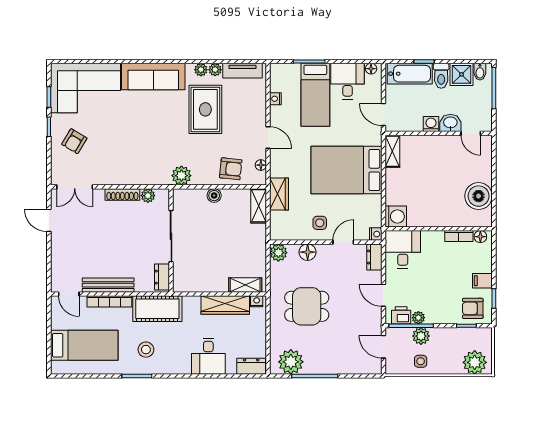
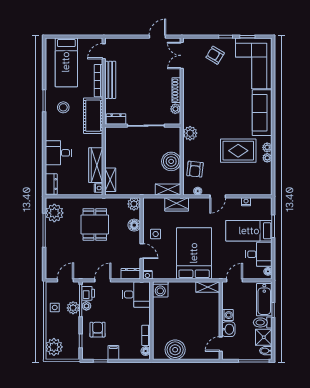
tv unit: (243, 71) -> (267, 178), removed
boiler: (214, 196) -> (171, 161), width x1.86, depth x1.86
armchair: (473, 308) -> (98, 330), moved

